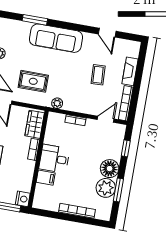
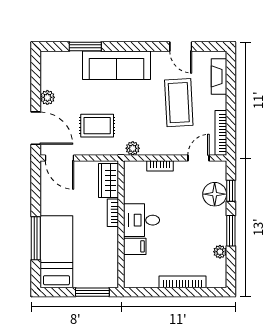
fireplace: (130, 71) -> (219, 76), moved
coffee table: (98, 75) -> (179, 103), width x1.86, depth x1.72
floor lamp: (110, 169) -> (215, 194), moved
plant: (106, 188) -> (220, 252), width x0.53, depth x0.53
window: (118, 190) -> (231, 231), moved
nightstand: (23, 199) -> (110, 279), removed

